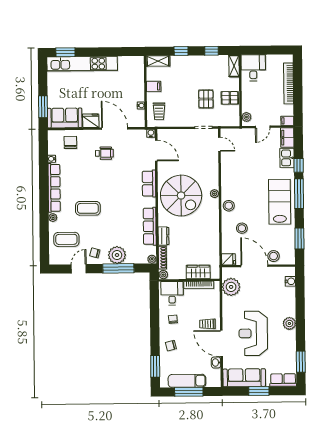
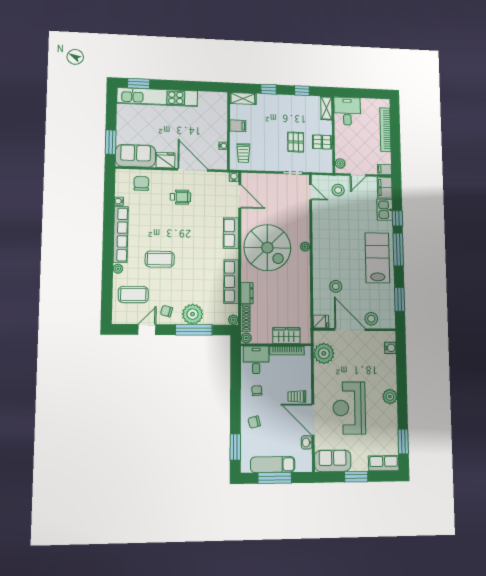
stool: (229, 206) -> (338, 190), moved
sofa: (244, 378) -> (333, 461), width x0.73

